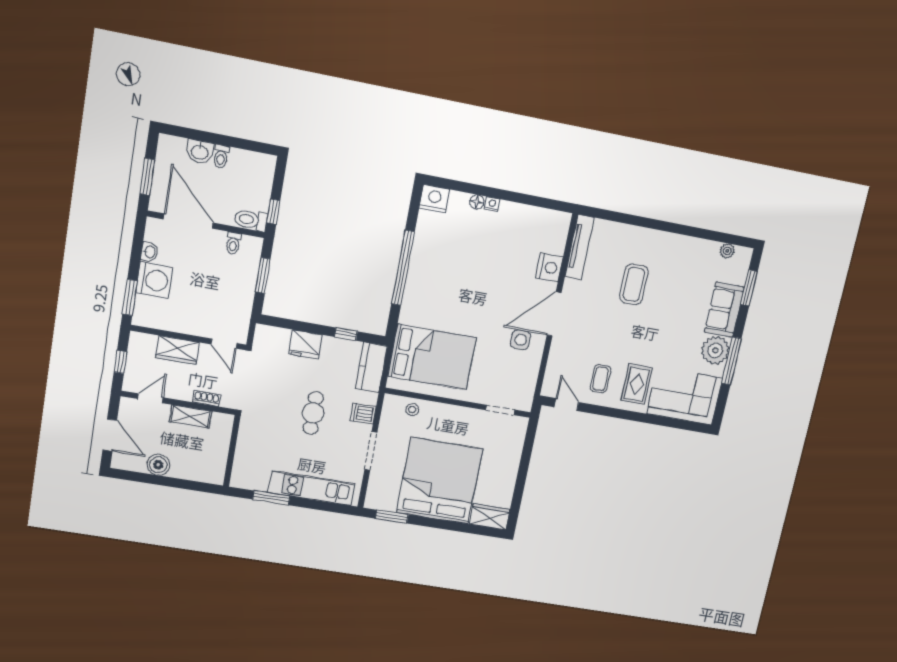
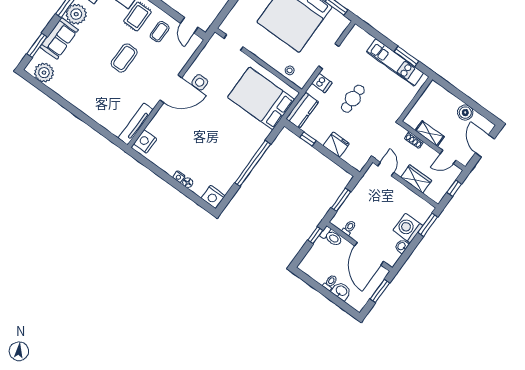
plant: (727, 251) -> (44, 73), width x1.88, depth x1.88
nightstand: (549, 267) -> (145, 141), moved
coffee table: (634, 284) -> (124, 58), moved
kitchen unit: (312, 488) -> (395, 62), moved

